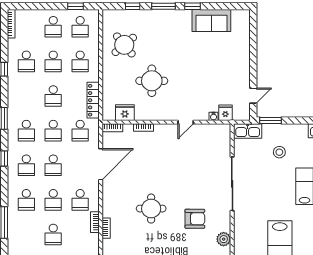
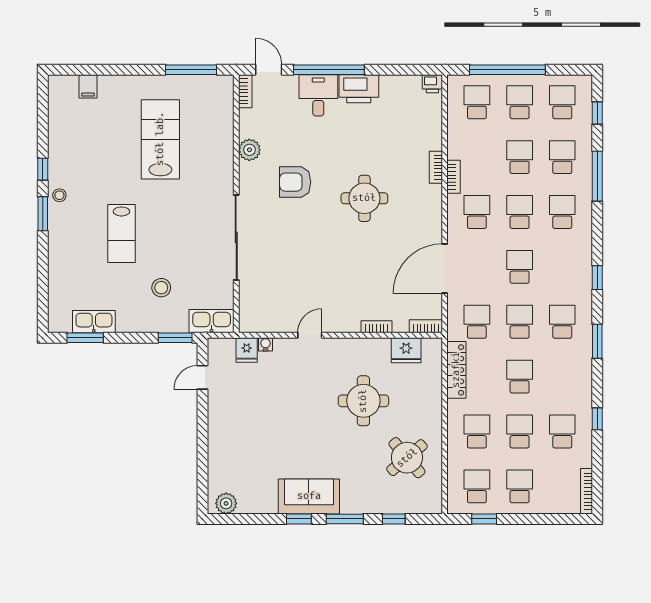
plant: (238, 16) -> (226, 503), added
sofa: (211, 20) -> (309, 496), moved
school desk: (26, 165) -> (562, 157), moved

